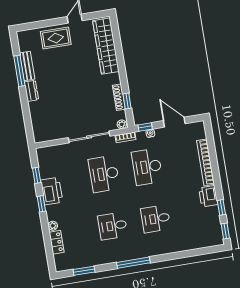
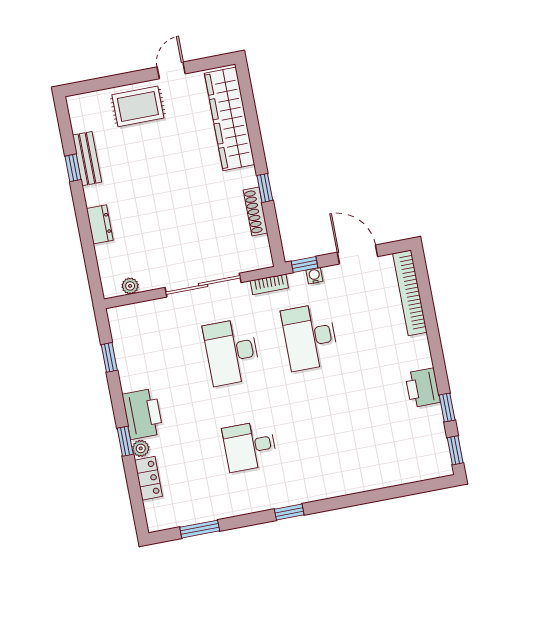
window: (19, 71) -> (73, 168), width x0.46
dresser: (31, 91) -> (100, 224), moved
window: (127, 101) -> (265, 188), moved
plant: (122, 124) -> (130, 286), moved
bookcase: (206, 162) -> (410, 293), moved
printer: (52, 191) -> (143, 414), moved
window: (41, 204) -> (125, 441), moved
desk: (156, 219) -> (328, 431), removed
window: (133, 263) -> (289, 512), width x0.46

